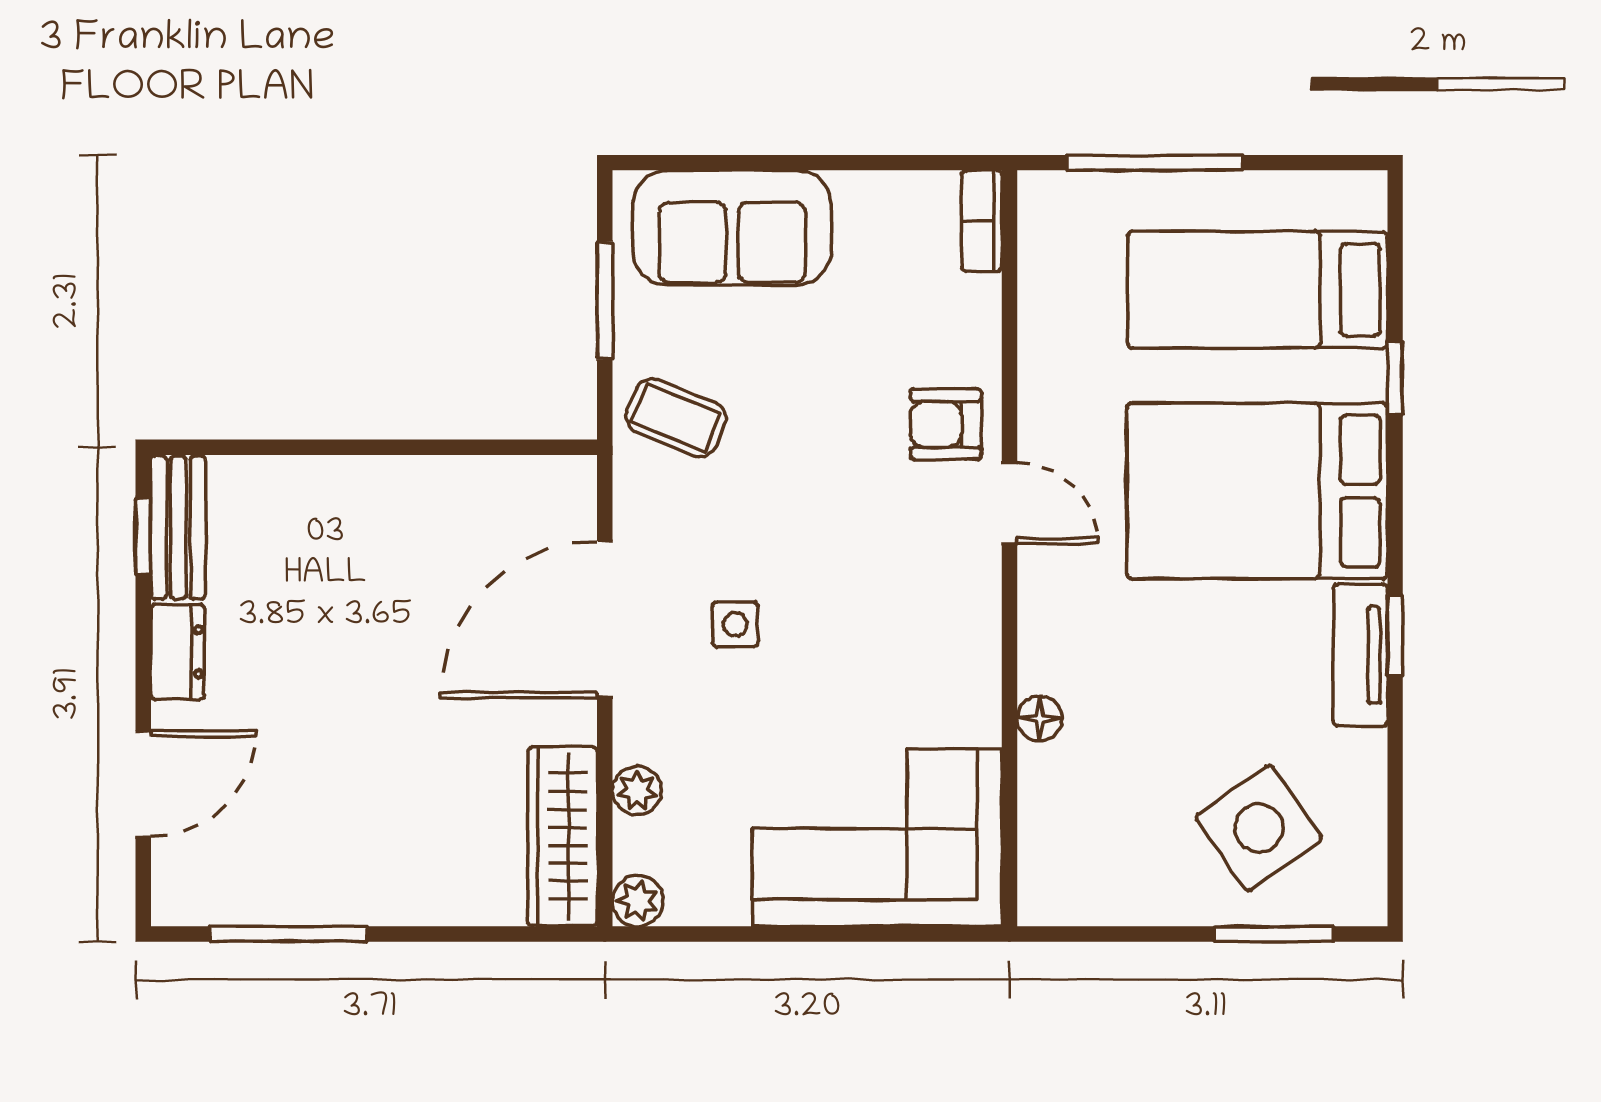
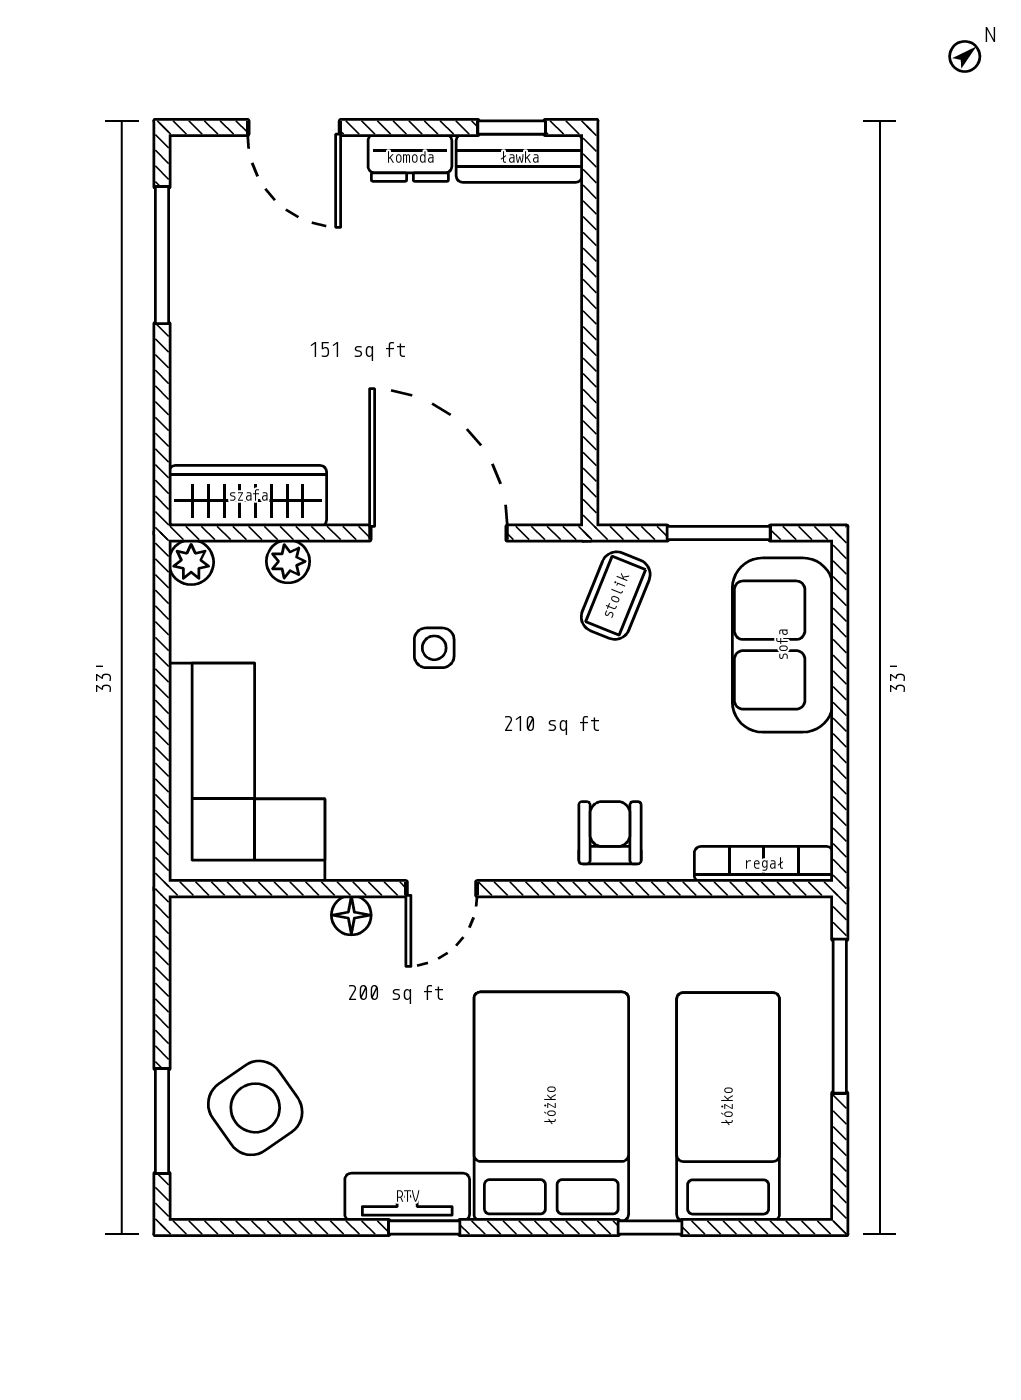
bookcase: (982, 221) -> (764, 864), width x1.56
door: (1009, 503) -> (442, 889), moved

